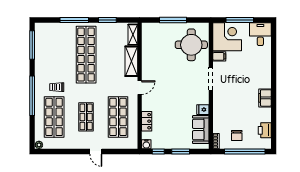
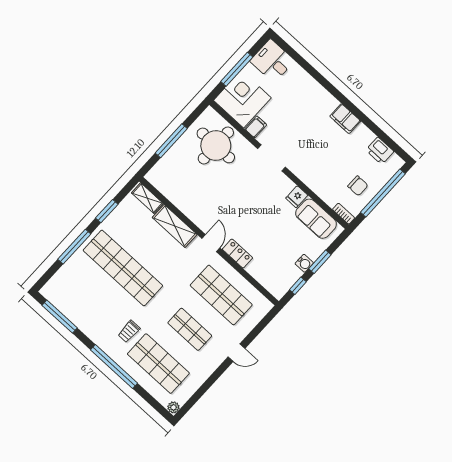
locker: (147, 121) -> (237, 253), moved
water cooler: (146, 144) -> (304, 263), moved

